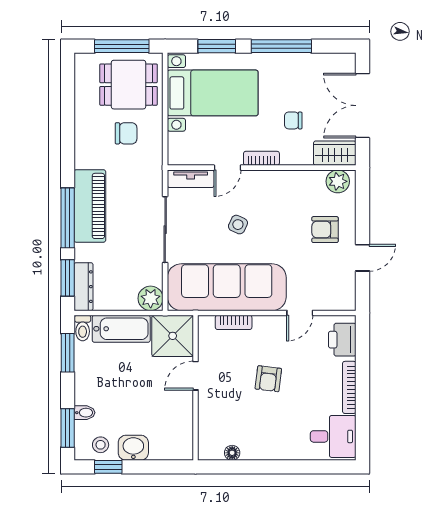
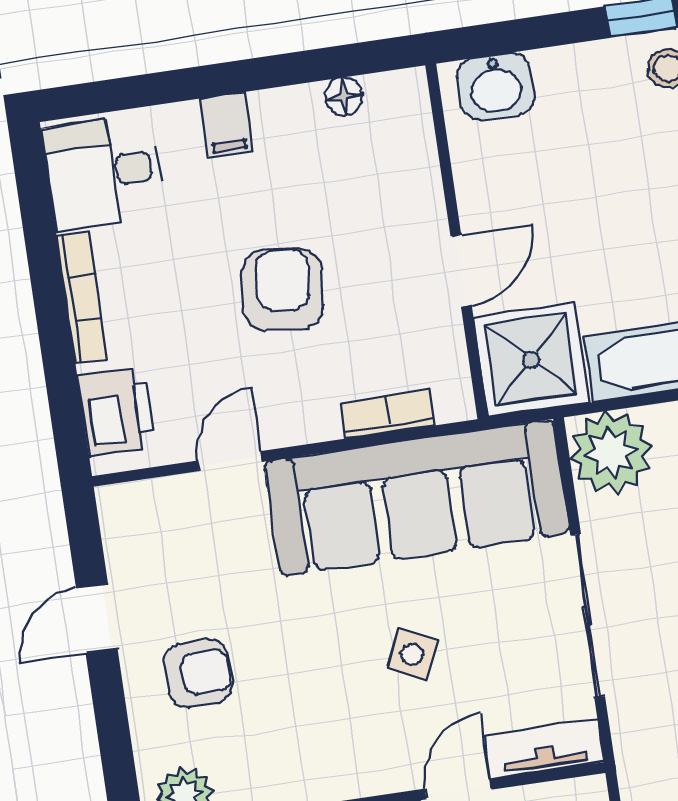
plant: (151, 298) -> (611, 452), width x1.36, depth x1.36
armchair: (268, 379) -> (283, 290), width x1.38, depth x1.38
washbasin: (133, 448) -> (496, 86), moved
filing cabinet: (281, 448) -> (226, 125), added

